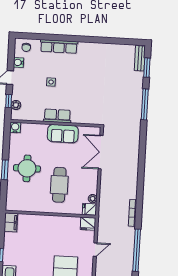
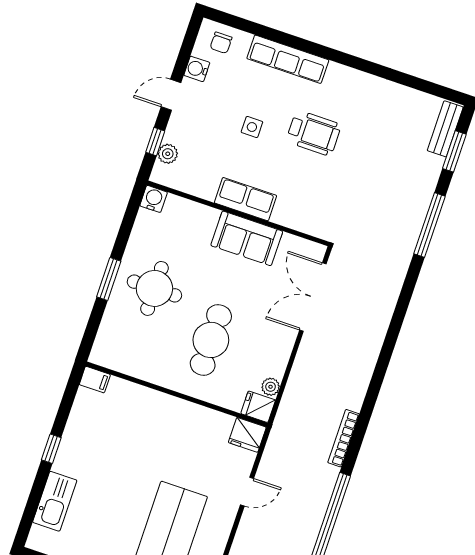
wheelchair: (80, 77) -> (314, 133), added
filing cabinet: (11, 222) -> (95, 380), width x0.50

